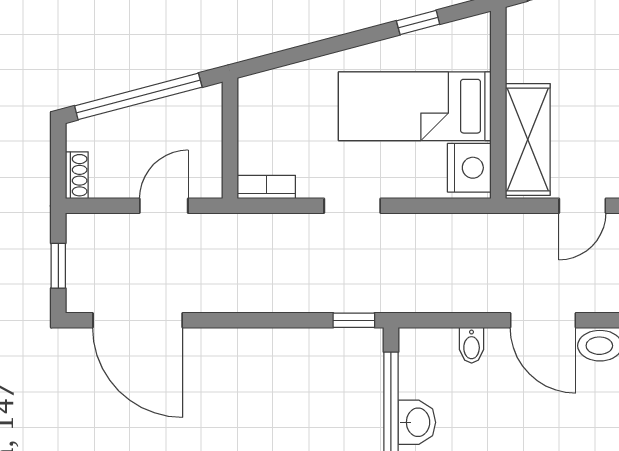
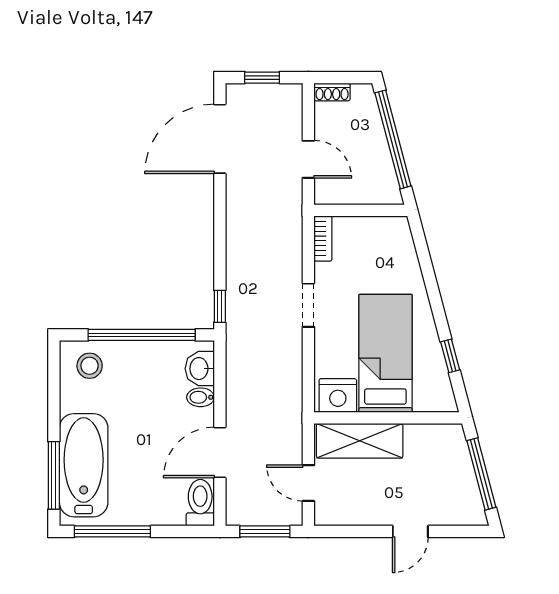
washbasin: (417, 422) -> (200, 369), moved, turned 90

